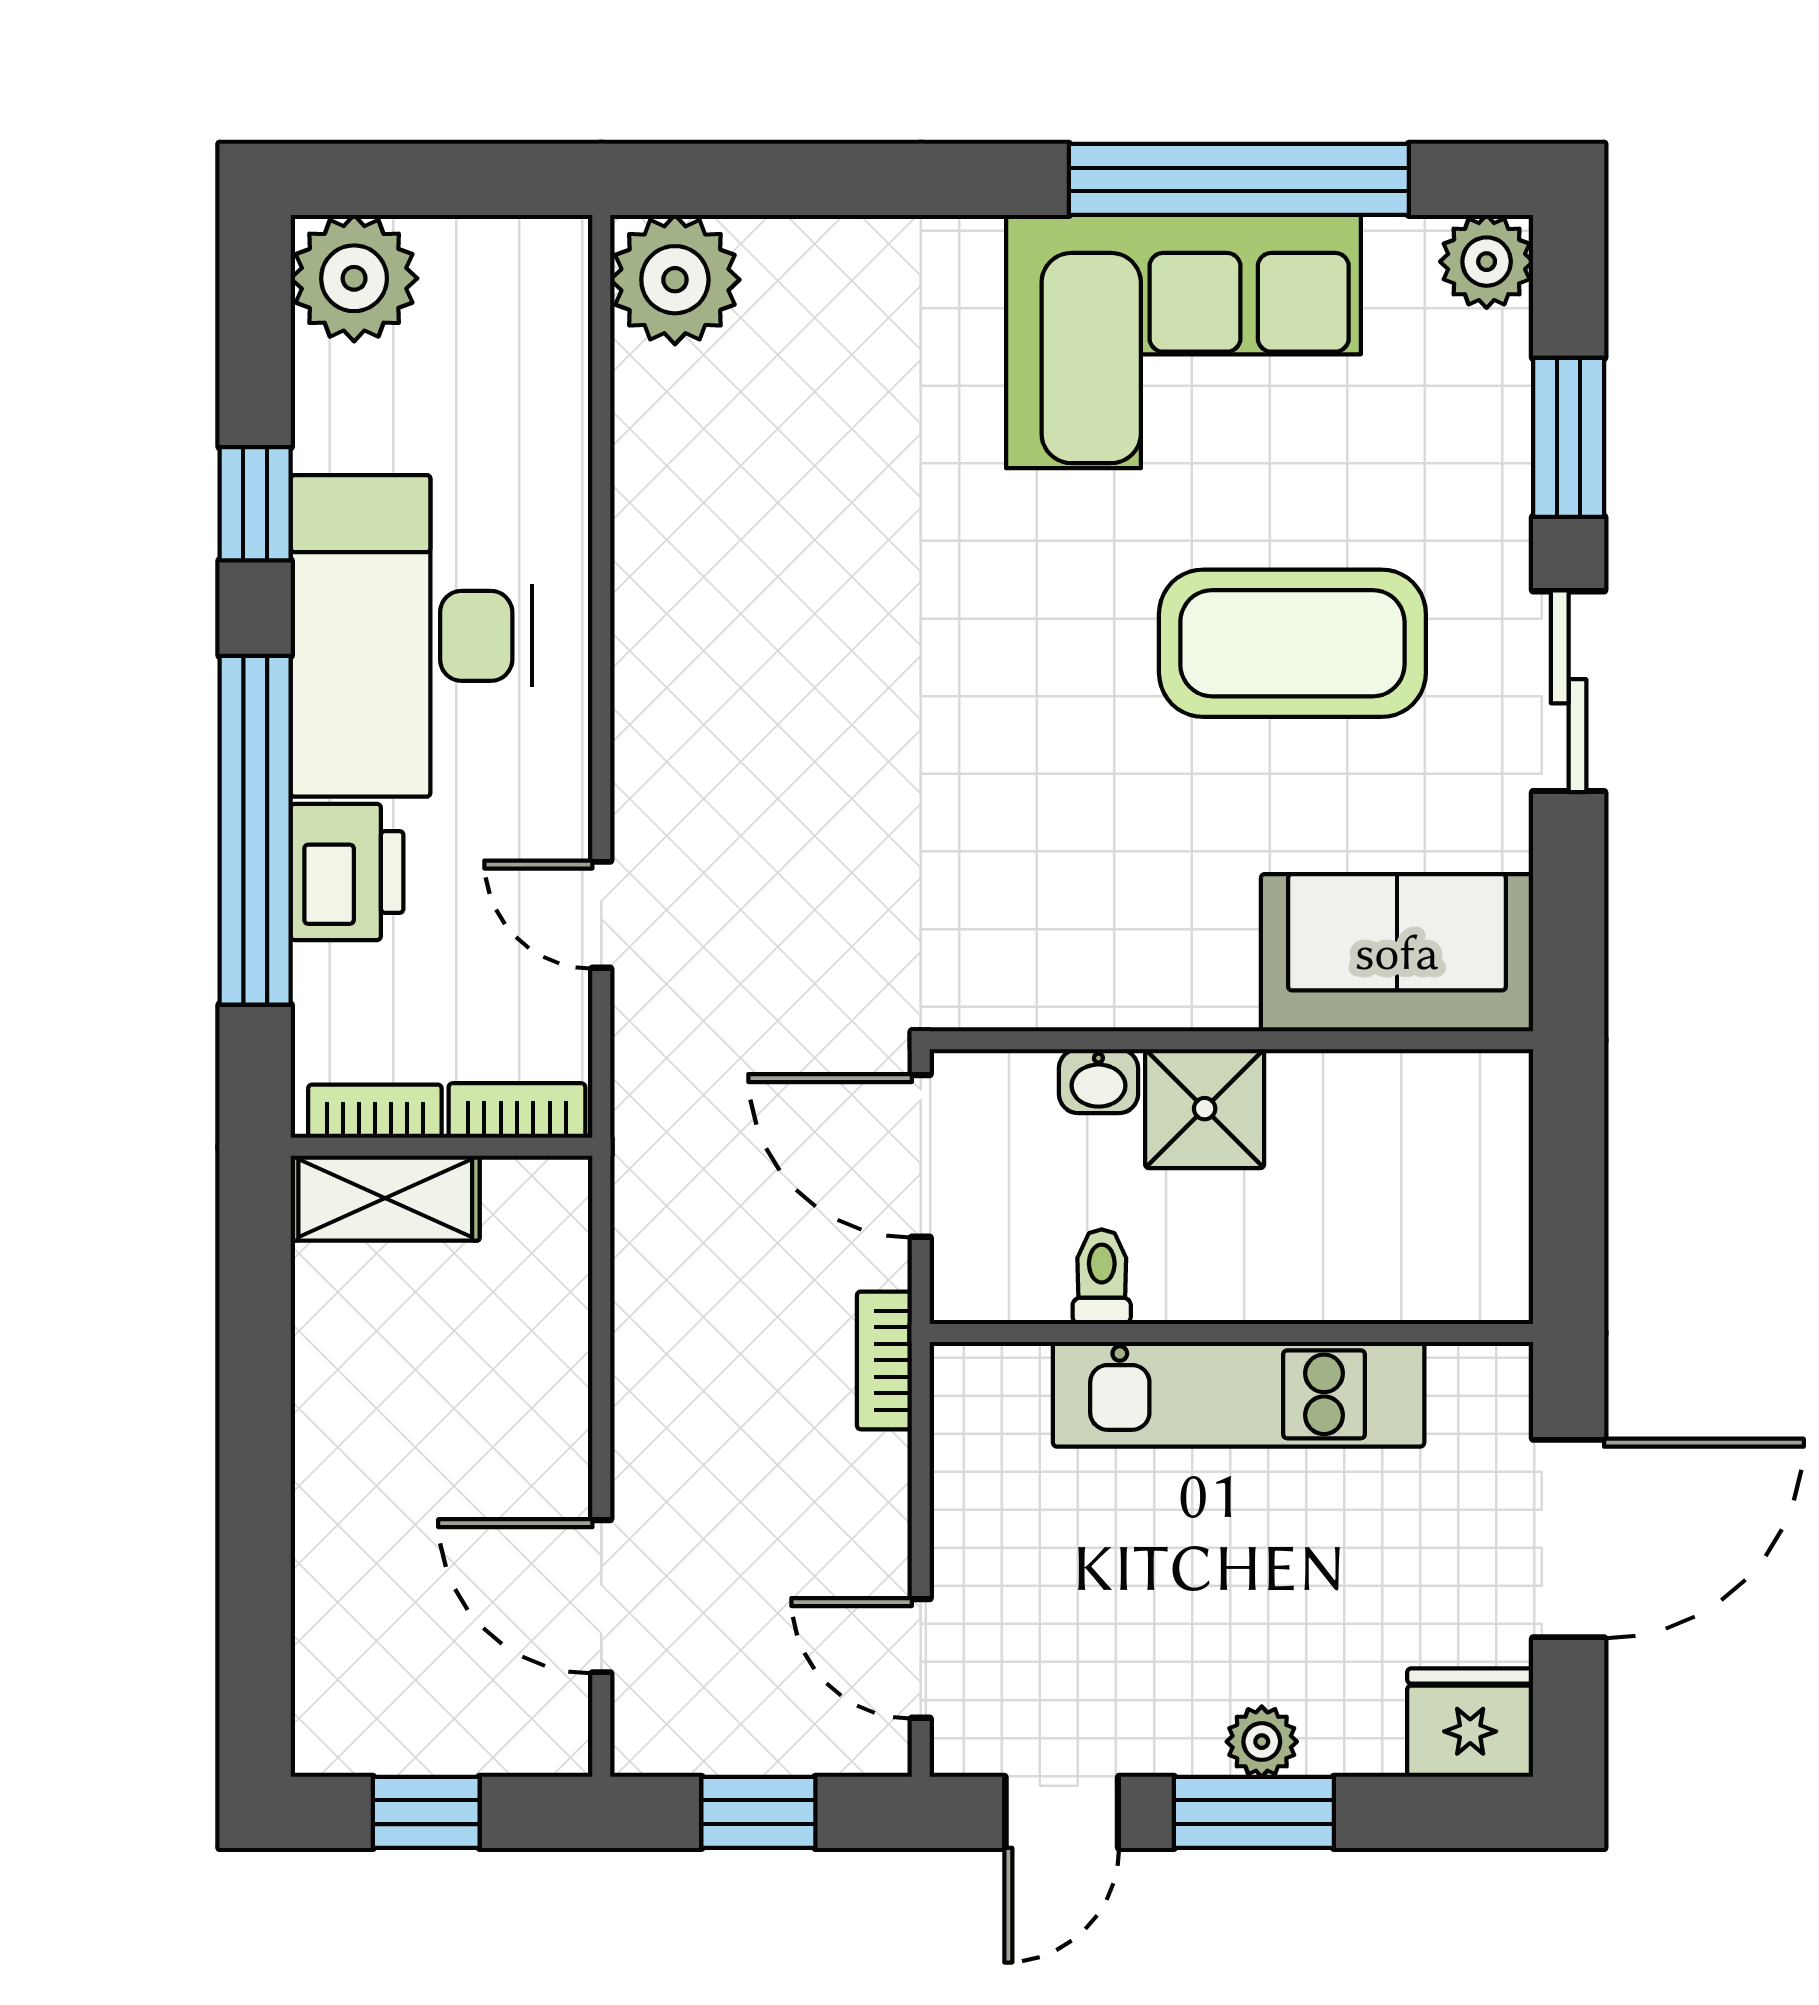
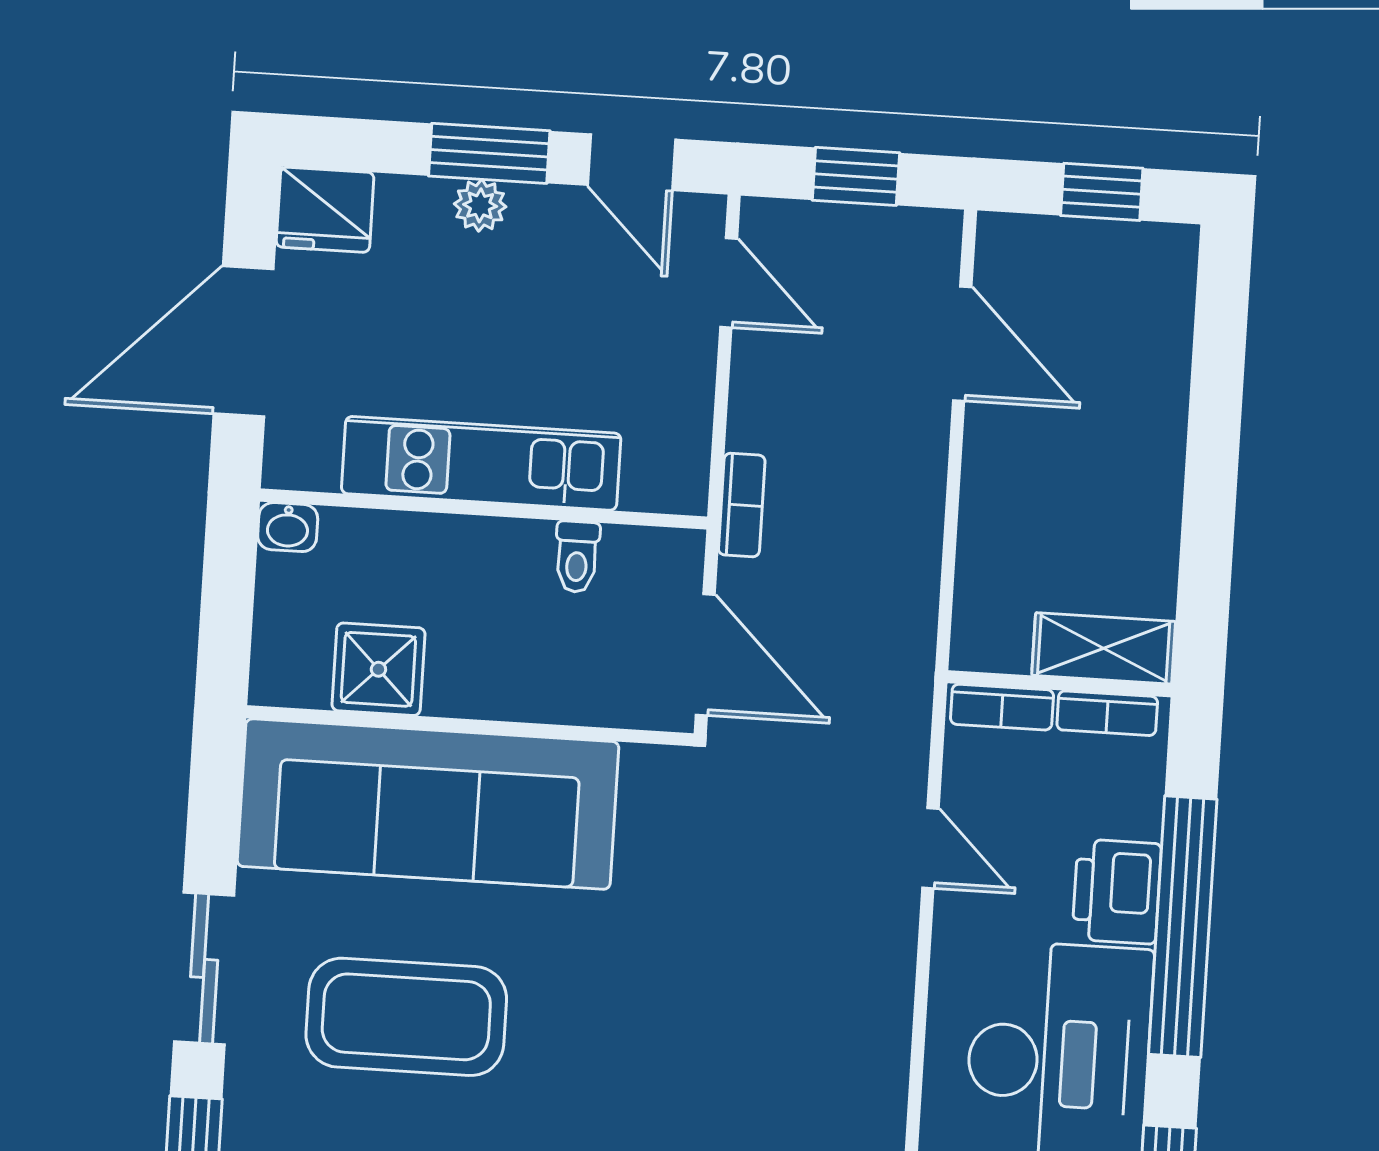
sofa: (1397, 953) -> (428, 804), width x1.85, depth x1.27
washbasin: (1098, 1081) -> (288, 527), moved, turned 180
shower: (1205, 1109) -> (378, 669), moved
door: (1062, 1812) -> (632, 162), swing flipped

